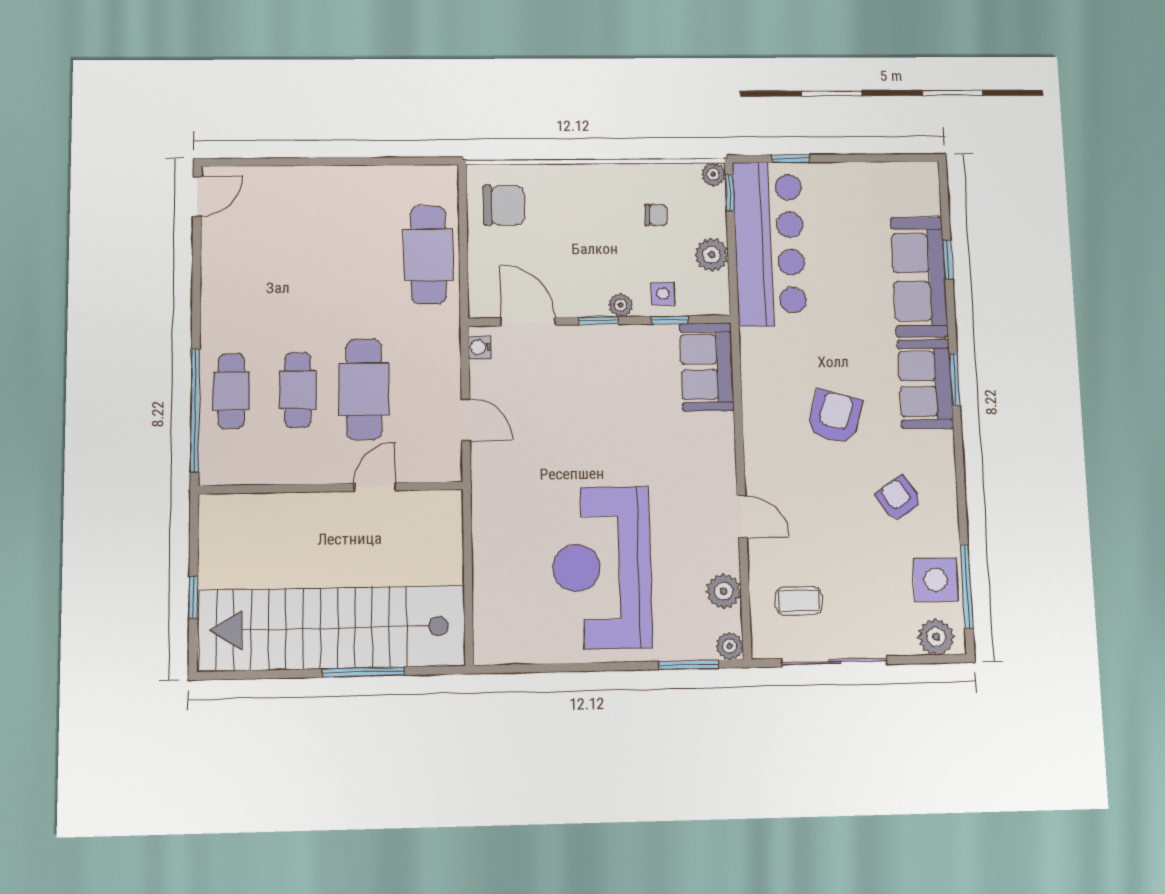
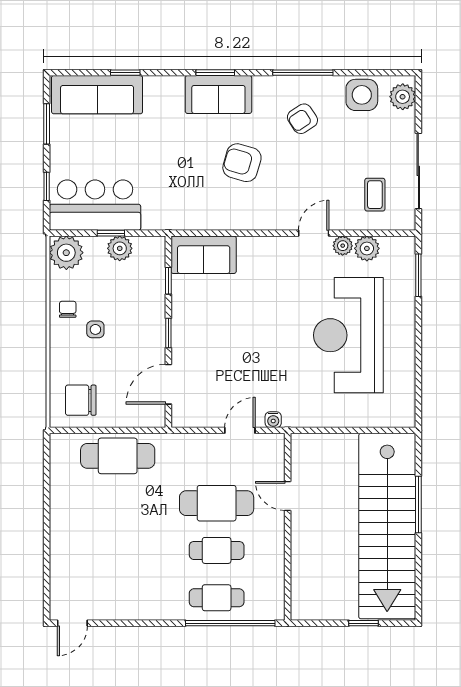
window: (874, 158) -> (47, 124), added
plant: (713, 174) -> (66, 253), width x1.88, depth x1.88
window: (730, 193) -> (111, 233), moved
door: (197, 196) -> (72, 623), swing flipped
chair: (504, 205) -> (81, 400), turned -90
chair: (656, 215) -> (68, 309), moved
bar counter: (769, 243) -> (95, 205), width x0.73
sofa: (919, 277) -> (97, 95), moved
side table: (663, 294) -> (95, 329), moved
plant: (621, 305) -> (157, 316), removed
water cooler: (480, 347) -> (273, 420), moved
reception desk: (602, 568) -> (348, 335), turned 90
window: (967, 587) -> (303, 73), moved
plant: (730, 646) -> (343, 246), moved

